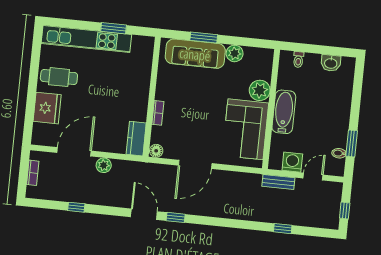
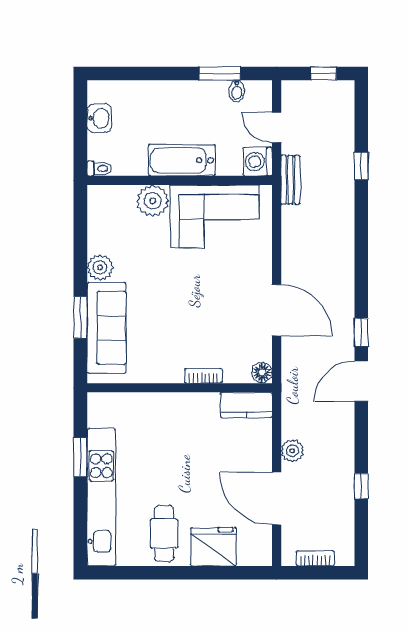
plant: (260, 90) -> (153, 201), moved
wall: (271, 109) -> (180, 180), moved
bathtub: (284, 112) -> (182, 160), moved
corner sofa: (245, 129) -> (215, 216), moved

